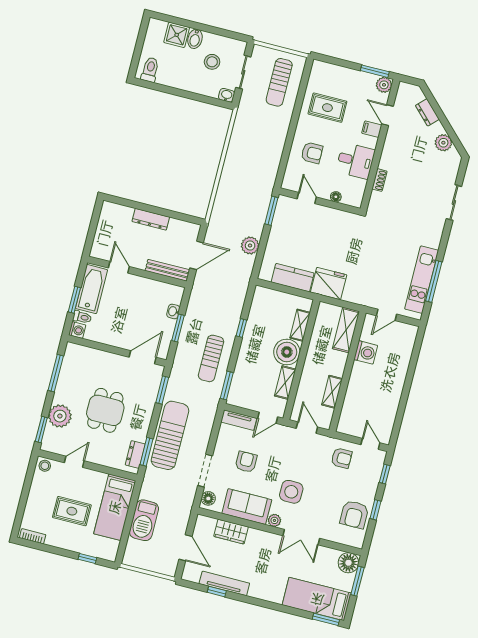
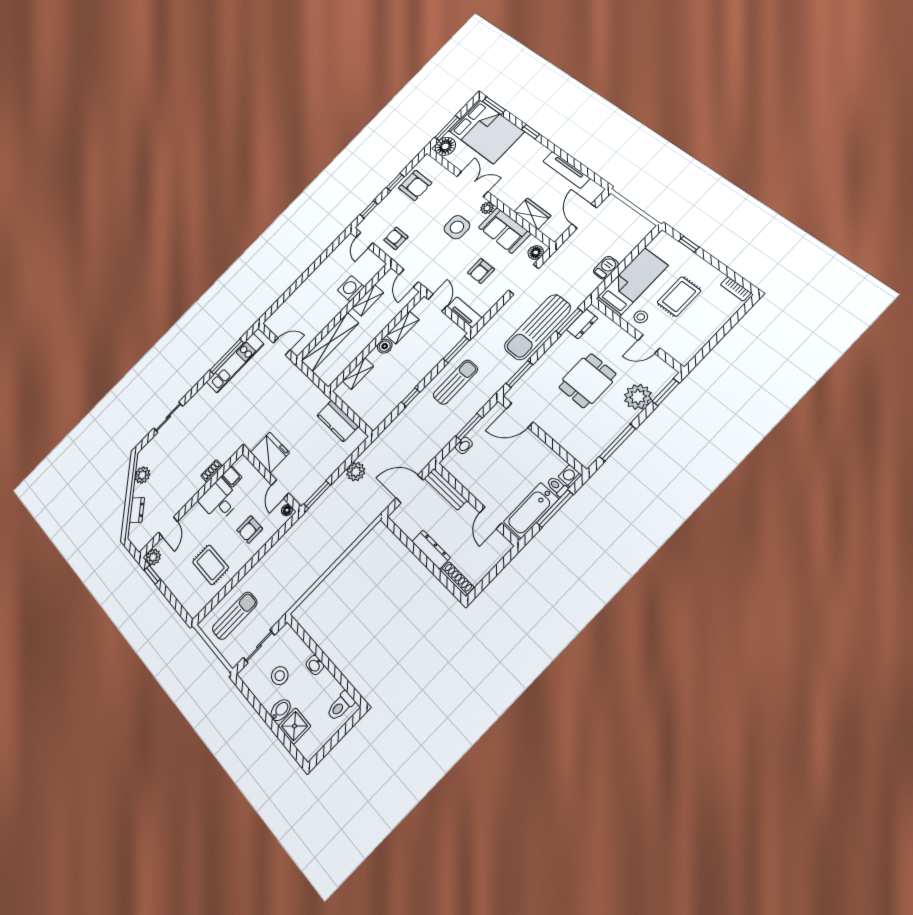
window: (375, 71) -> (152, 575), width x0.67
washbasin: (227, 95) -> (315, 665), moved
filing cabinet: (372, 129) -> (232, 476), moved
armchair: (312, 153) -> (250, 529), turned -90
floor lamp: (336, 197) -> (287, 510), moved
shoe rack: (118, 209) -> (457, 579), added
fridge: (329, 284) -> (270, 452), moved, turned 180
window: (74, 300) -> (555, 509), width x1.44
shelving: (346, 330) -> (330, 342), width x1.47
boiler: (287, 352) -> (385, 346), width x0.54, depth x0.54
washing machine: (366, 352) -> (351, 289), moved
door: (268, 418) -> (437, 303), hinge flipped
stool: (45, 466) -> (641, 317), moved
rug: (72, 511) -> (679, 297), turned 90
armchair: (354, 514) -> (415, 185), turned 90
barbecue: (144, 520) -> (606, 268), width x0.53, depth x0.65
window: (217, 592) -> (531, 132), moved
bed: (317, 599) -> (486, 131), width x1.50

